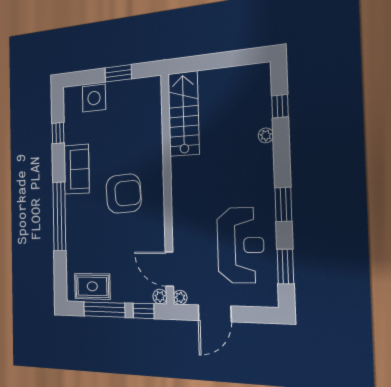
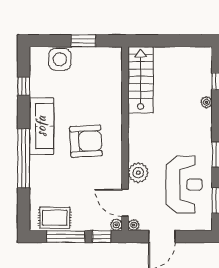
sofa: (76, 169) -> (41, 126), width x1.36
plant: (184, 231) -> (138, 173), added

